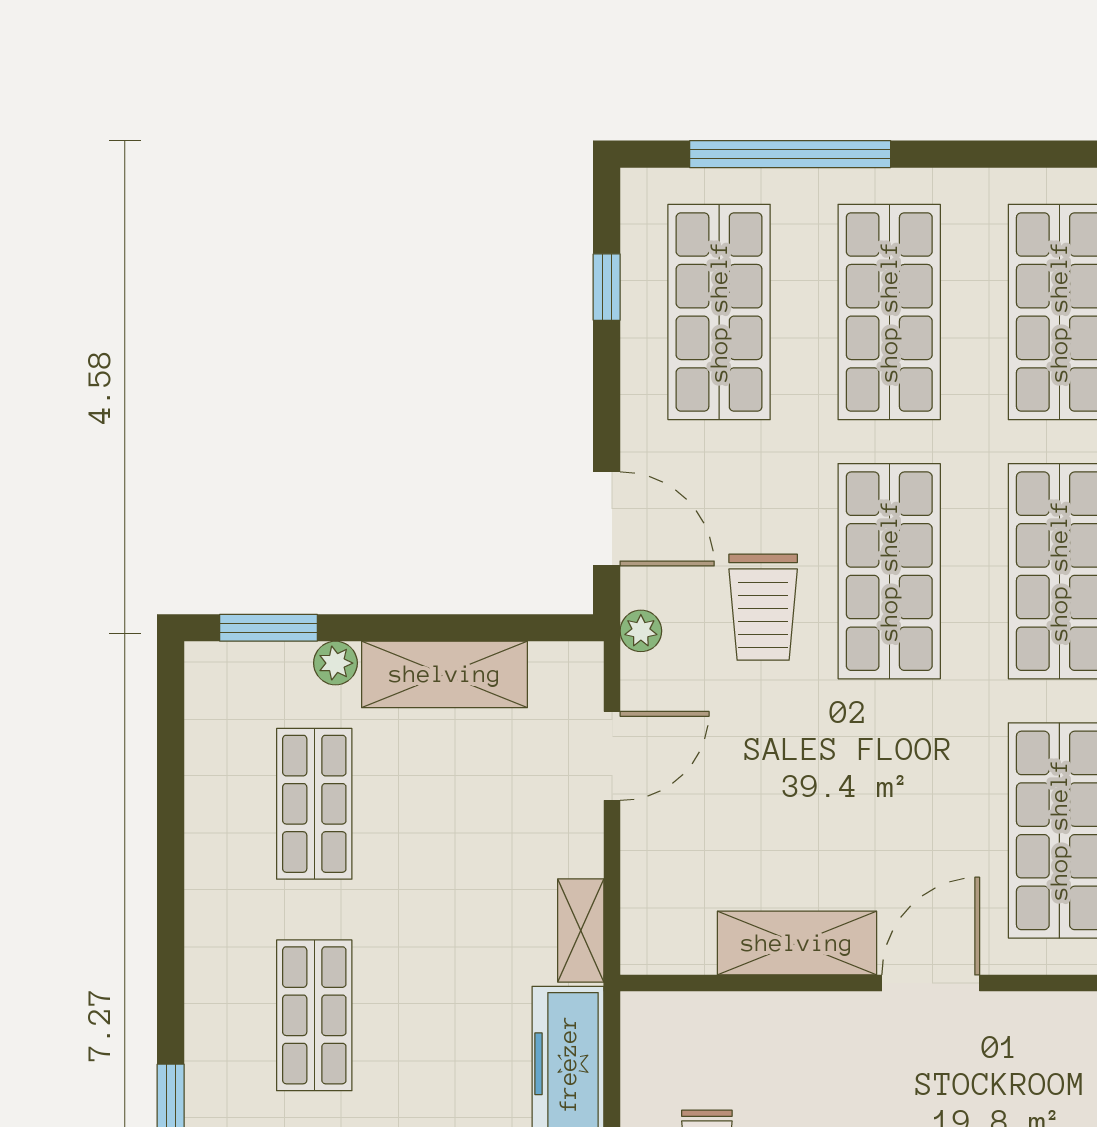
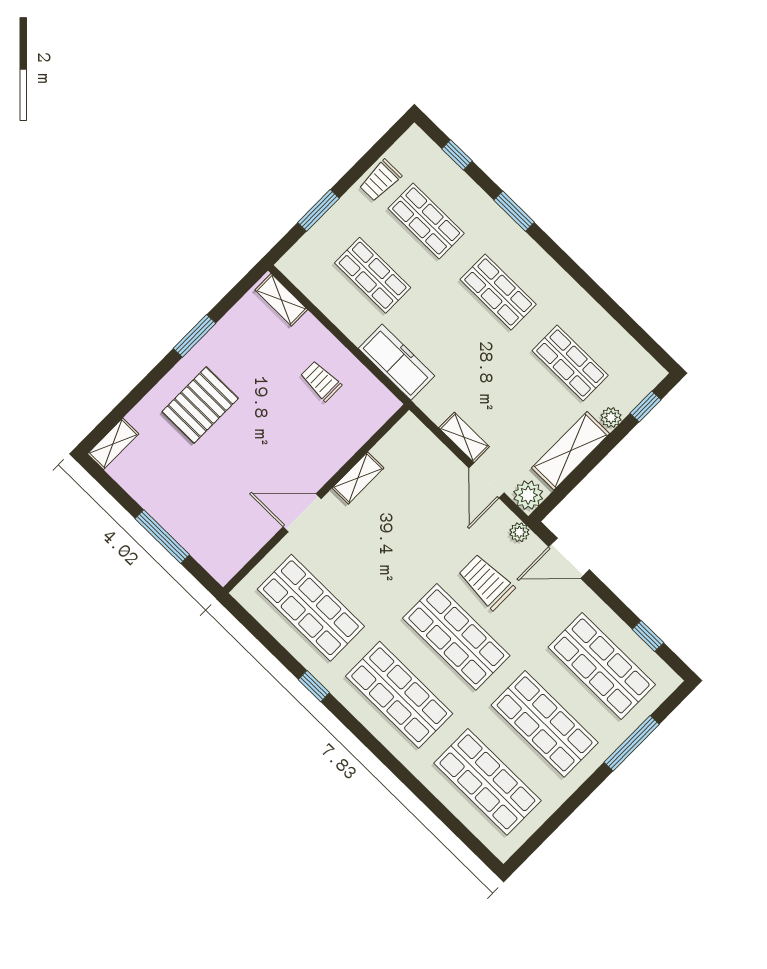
window: (790, 154) -> (632, 743), width x0.68
window: (268, 628) -> (646, 406), width x0.67
plant: (573, 672) -> (528, 495), added
shelving: (581, 930) -> (464, 437), moved
shelving: (797, 943) -> (358, 478), width x0.67, depth x0.75
door: (931, 983) -> (302, 513), swing flipped

